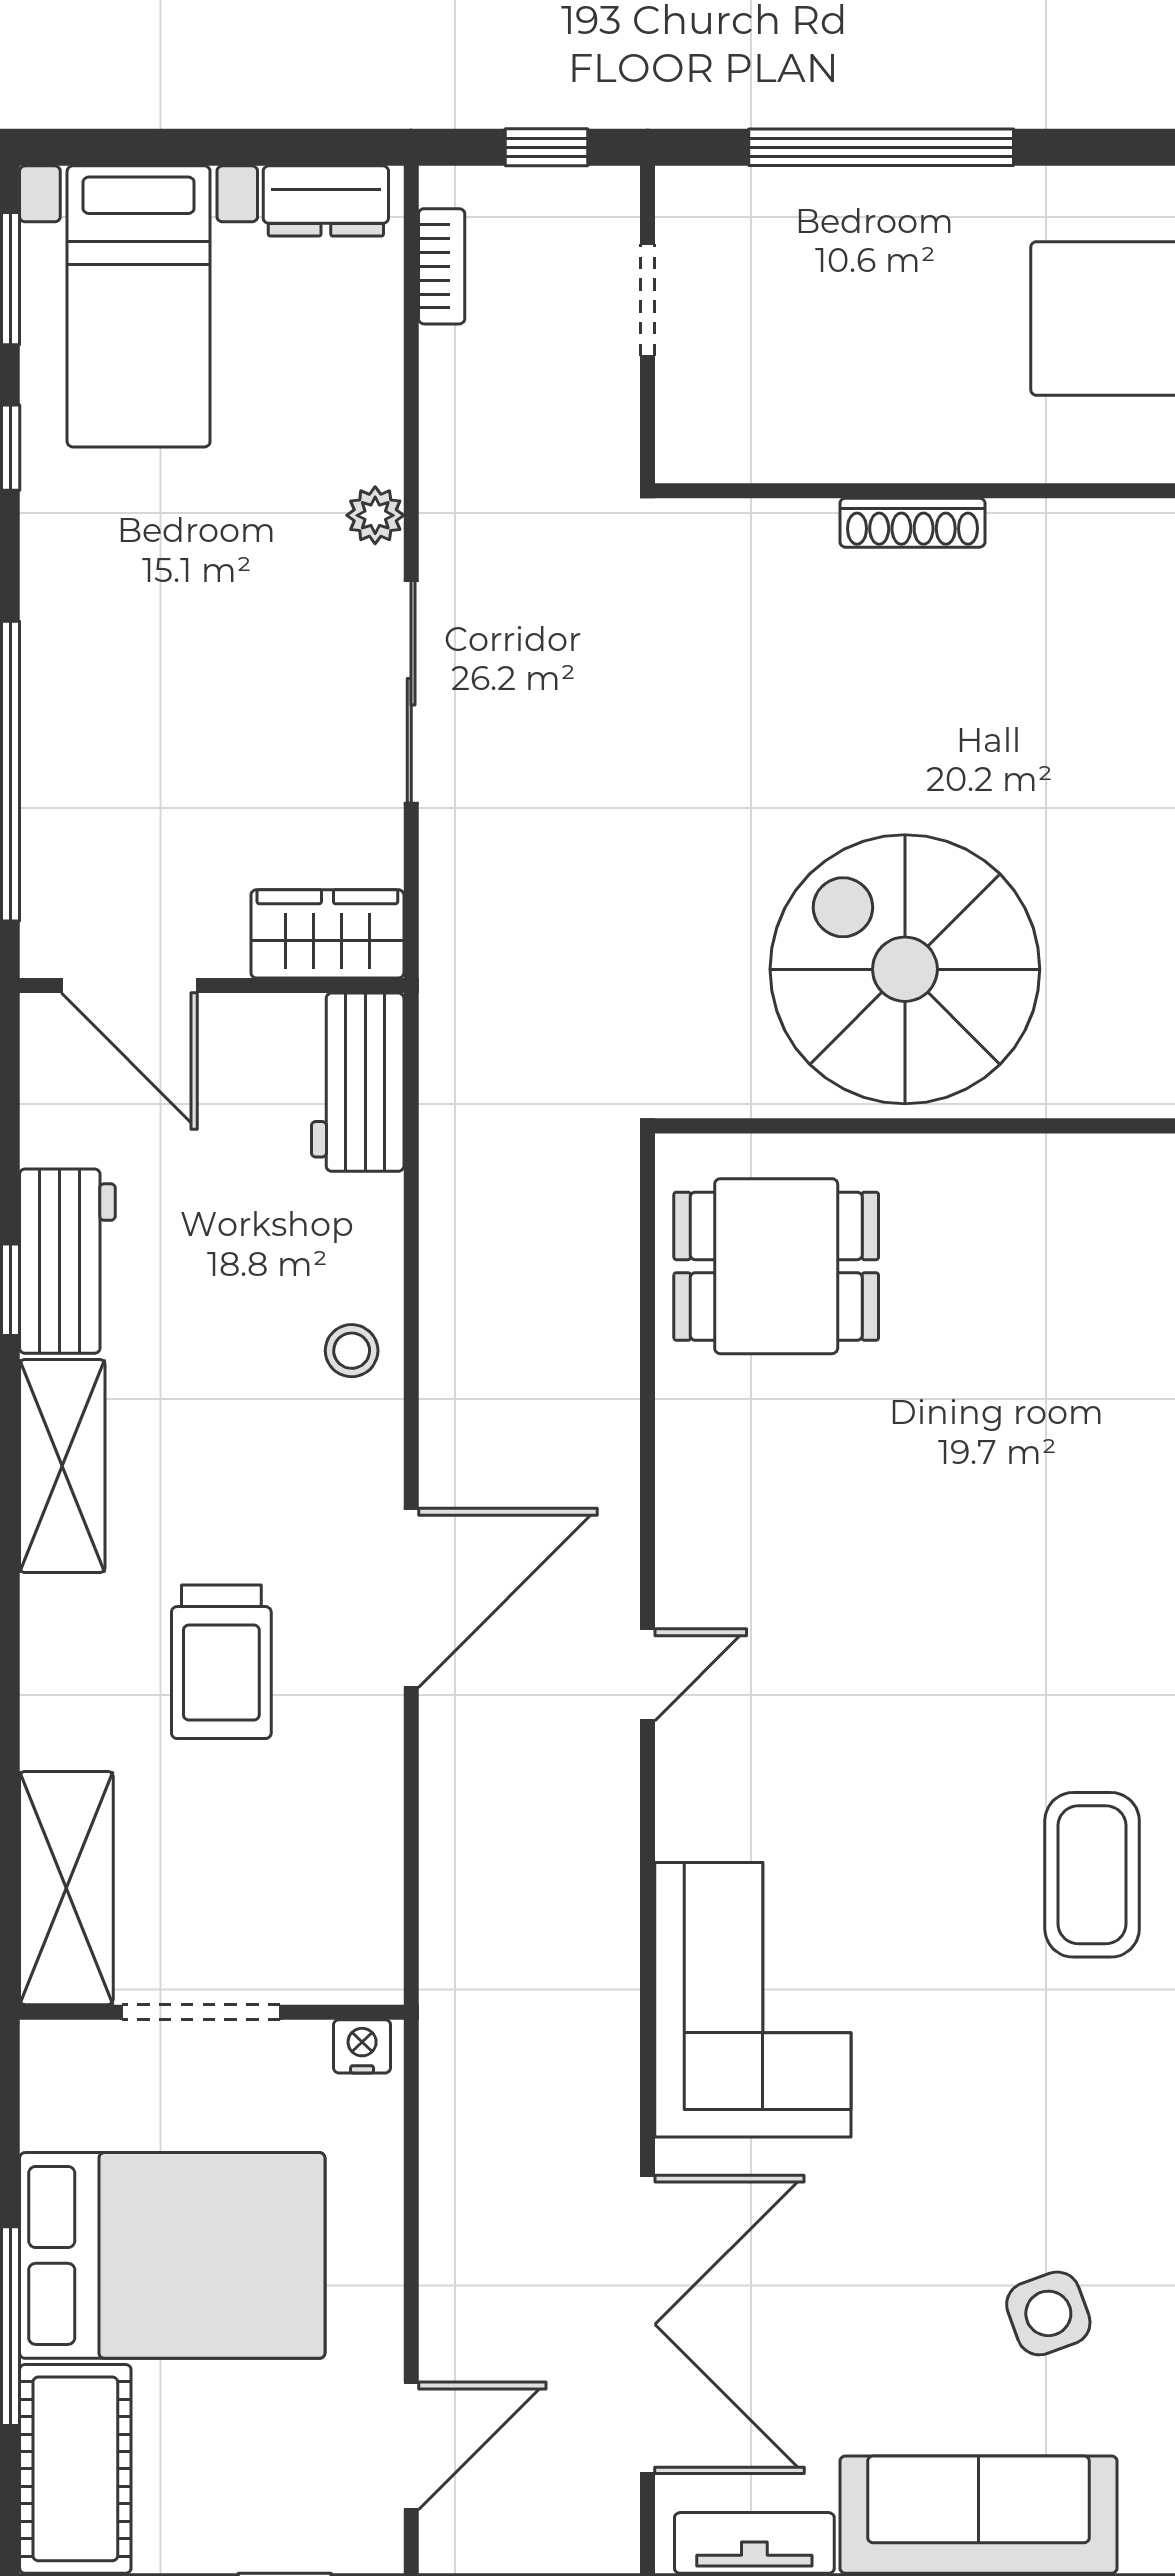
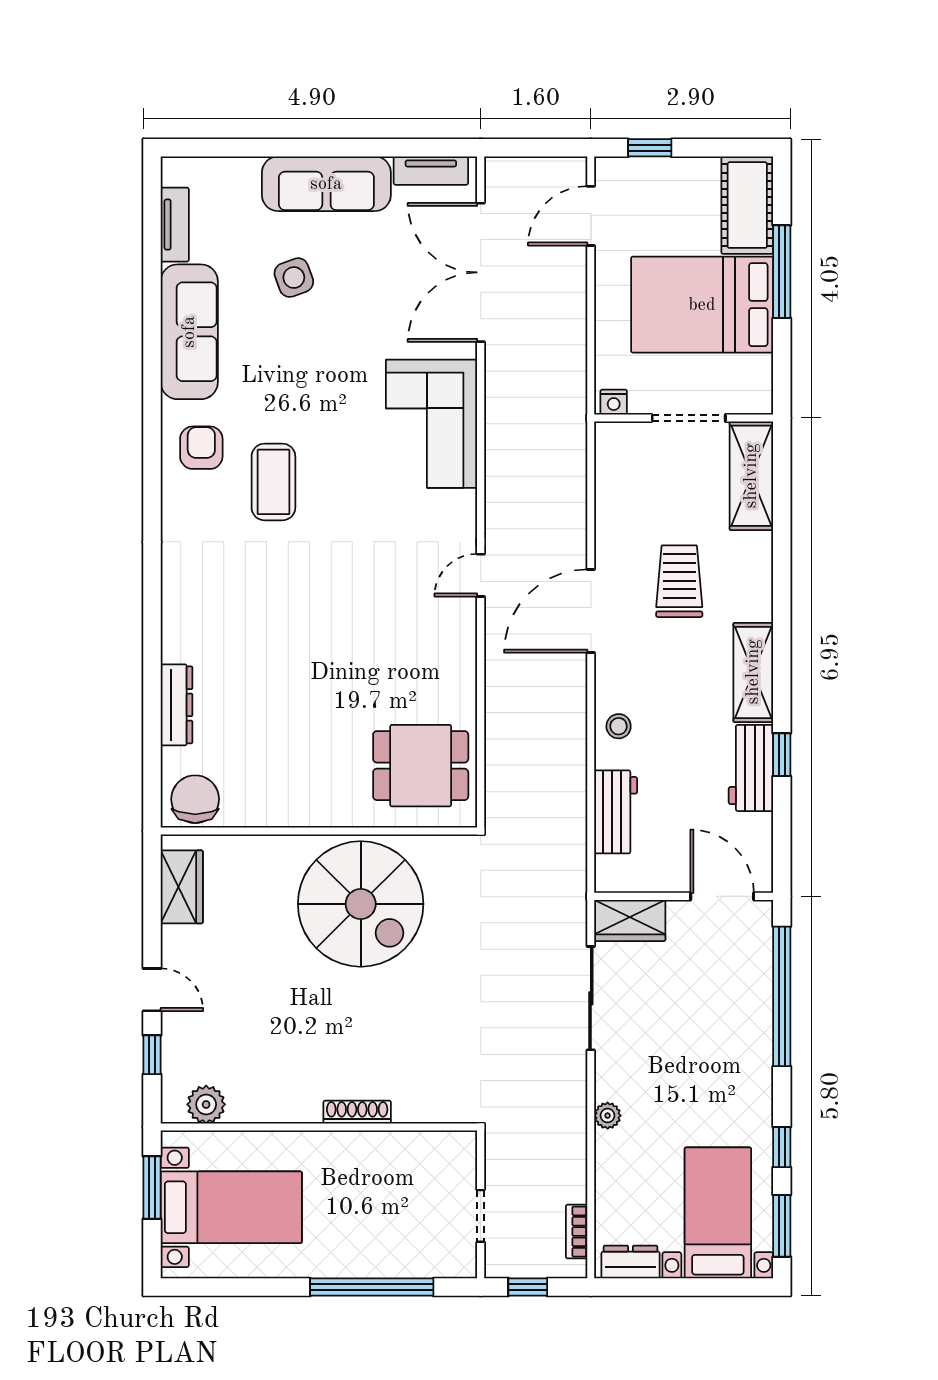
sliding door: (411, 692) -> (591, 998), moved
workbench: (358, 1082) -> (616, 812), moved

